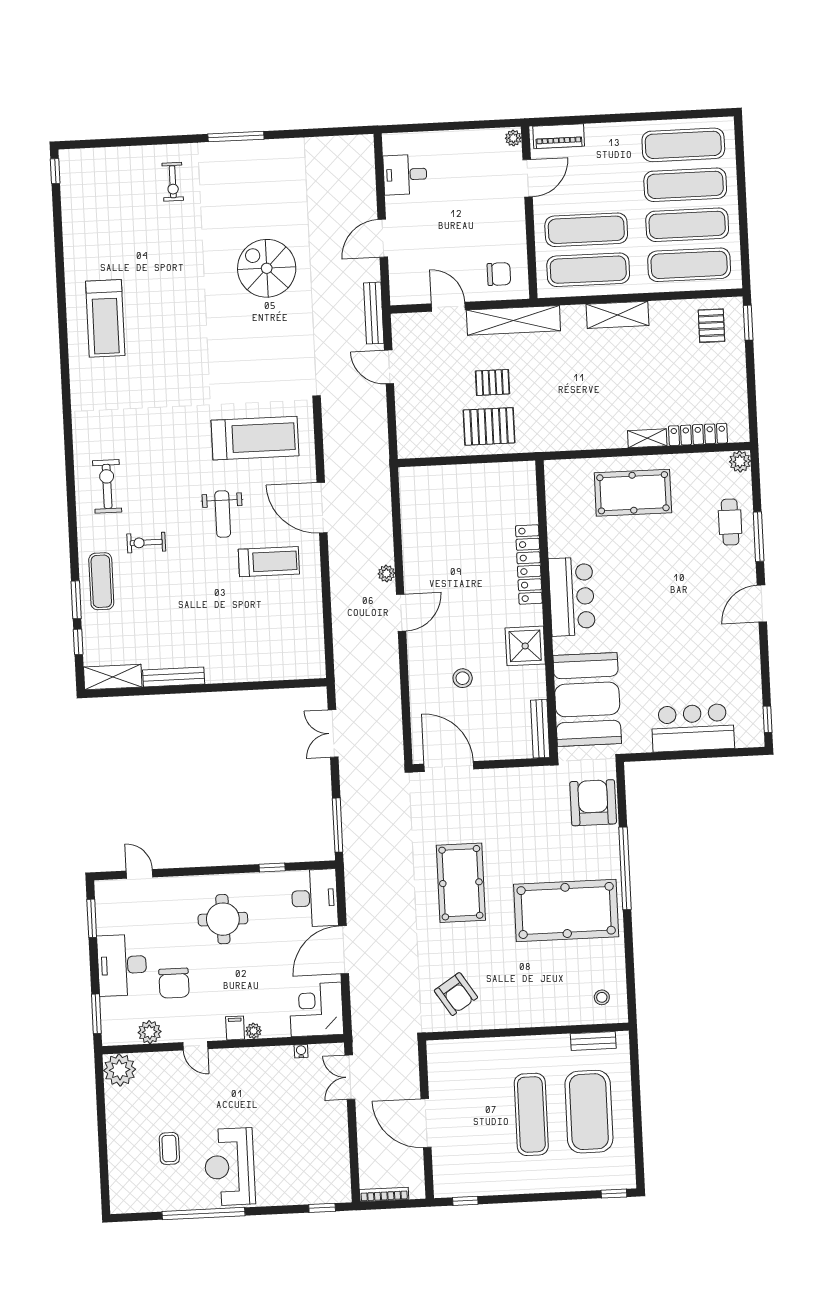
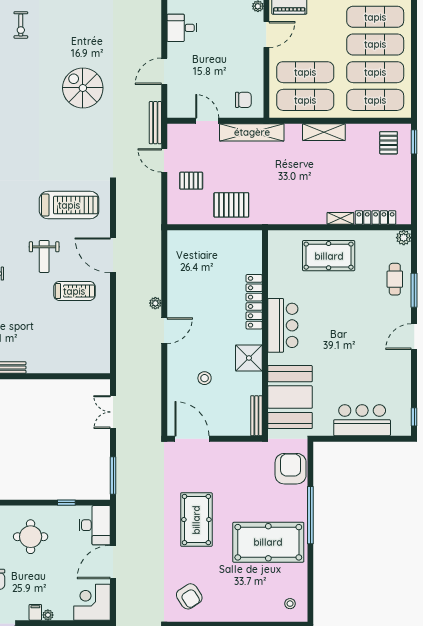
pallet: (492, 382) -> (191, 181), moved

